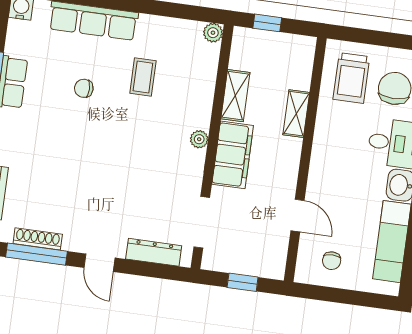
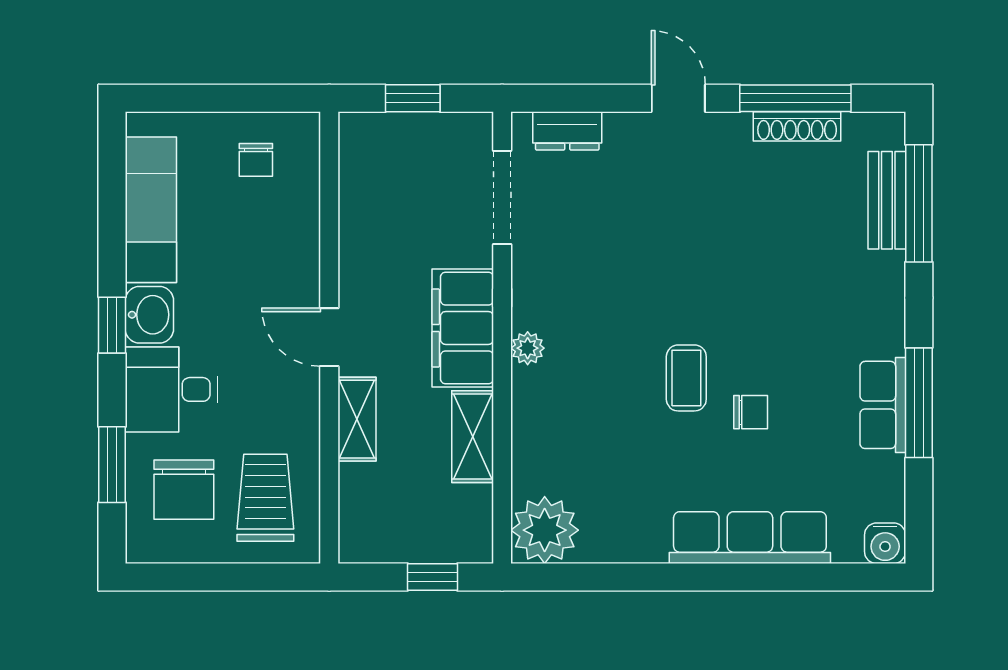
plant: (213, 33) -> (545, 530), width x1.88, depth x1.88
coffee table: (143, 77) -> (686, 378), moved
door: (298, 216) -> (329, 337), moved
dresser: (154, 252) -> (567, 131), width x0.70
chair: (332, 261) -> (256, 160), turned 180

